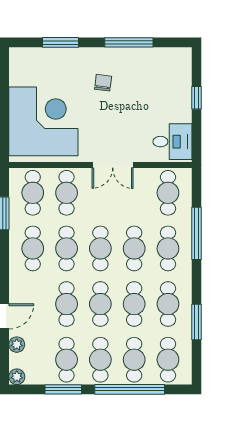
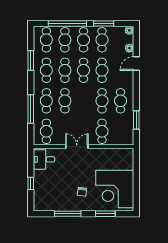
corner desk: (43, 121) -> (115, 189), moved
cafe table: (33, 193) -> (121, 131), removed
cafe table: (100, 248) -> (83, 101), removed

